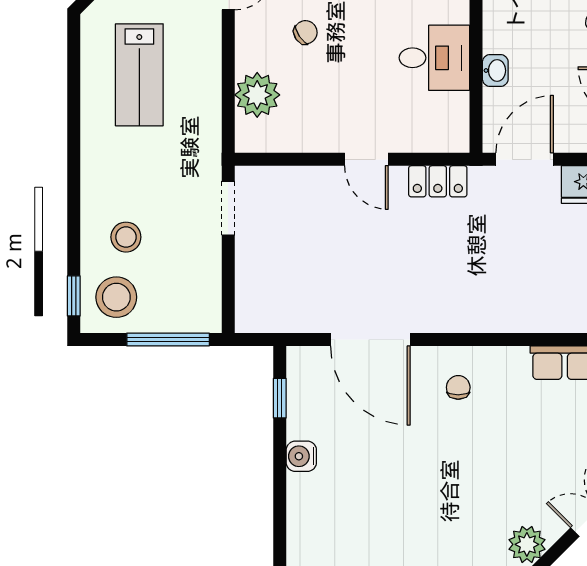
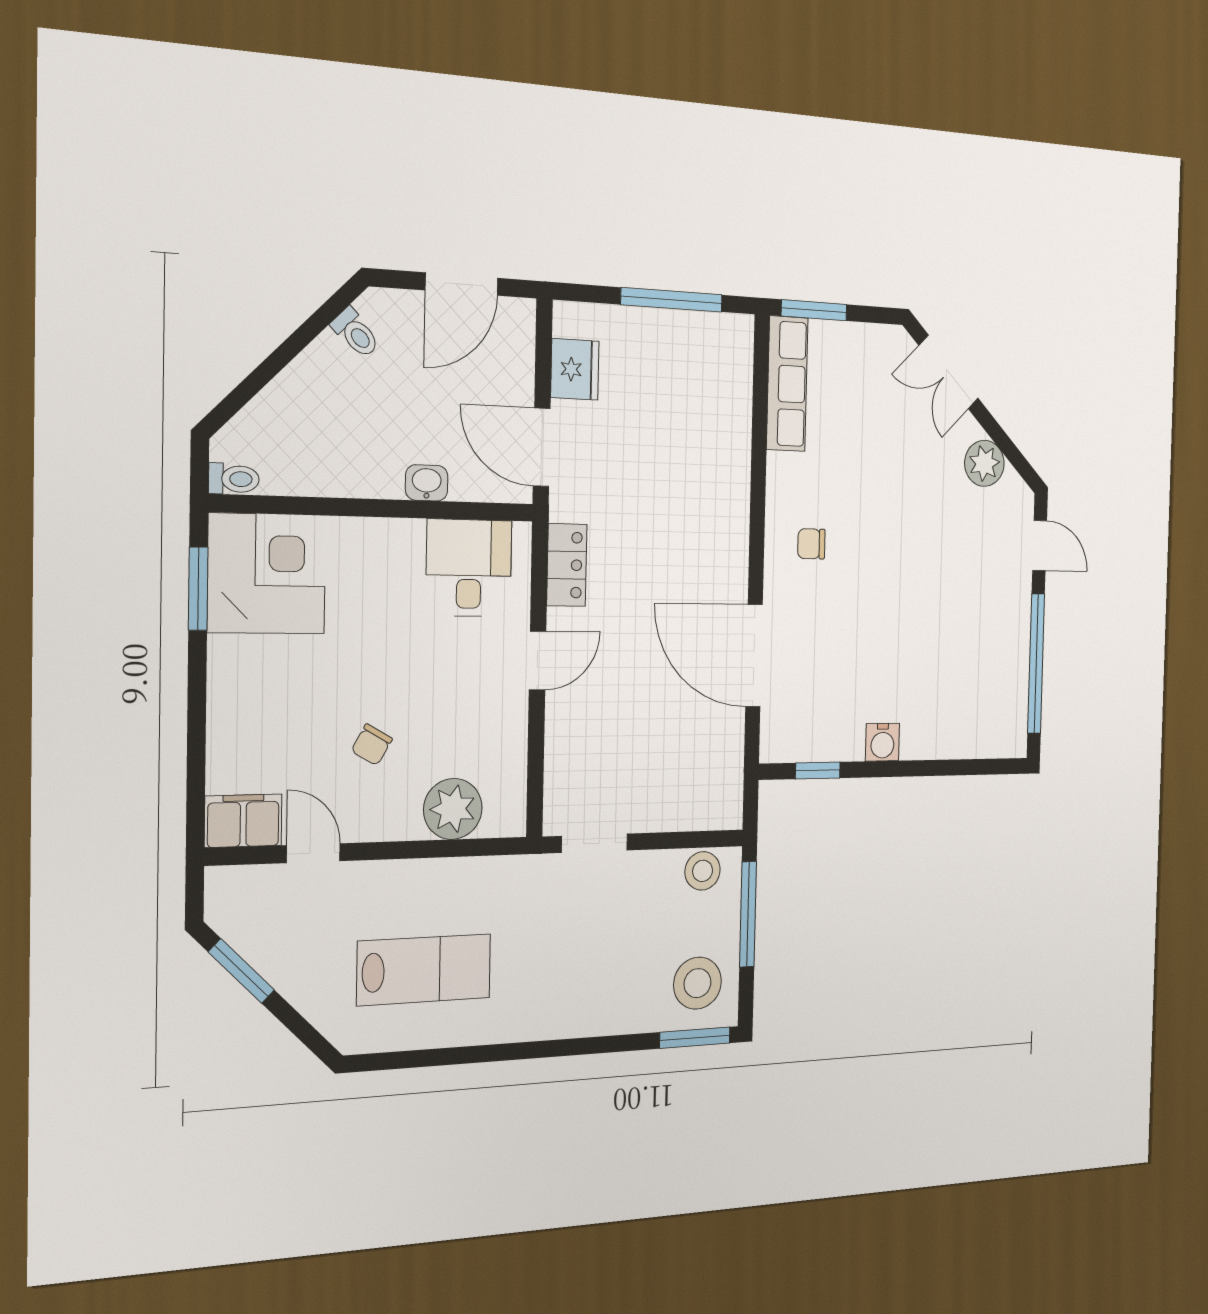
chair: (305, 32) -> (372, 745), turned -116
desk: (434, 58) -> (469, 568), moved
stool: (126, 237) -> (703, 871), moved
window: (74, 296) -> (695, 1038), width x1.50
door: (370, 339) -> (754, 656), swing flipped

